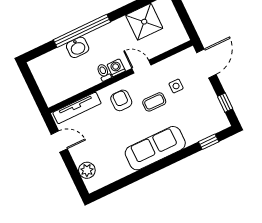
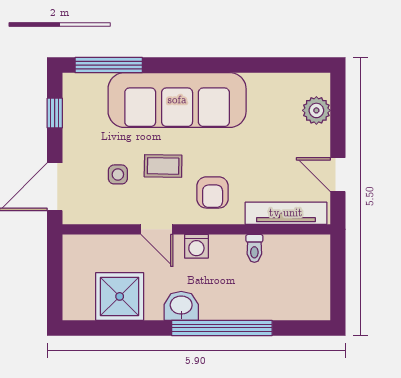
washbasin: (78, 47) -> (181, 306), moved
toilet: (104, 72) -> (254, 248), moved
window: (209, 142) -> (109, 65), width x2.17
sofa: (155, 148) -> (177, 100), width x1.36, depth x1.27

